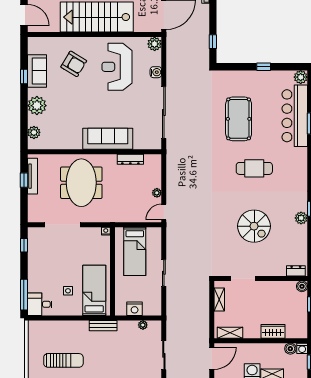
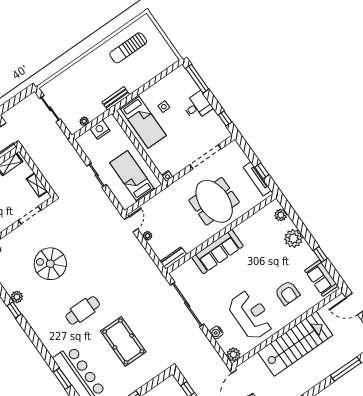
armchair: (74, 64) -> (287, 293), turned -121
sofa: (37, 71) -> (321, 278), moved
dresser: (130, 159) -> (173, 258), moved
desk: (40, 304) -> (197, 106), moved

